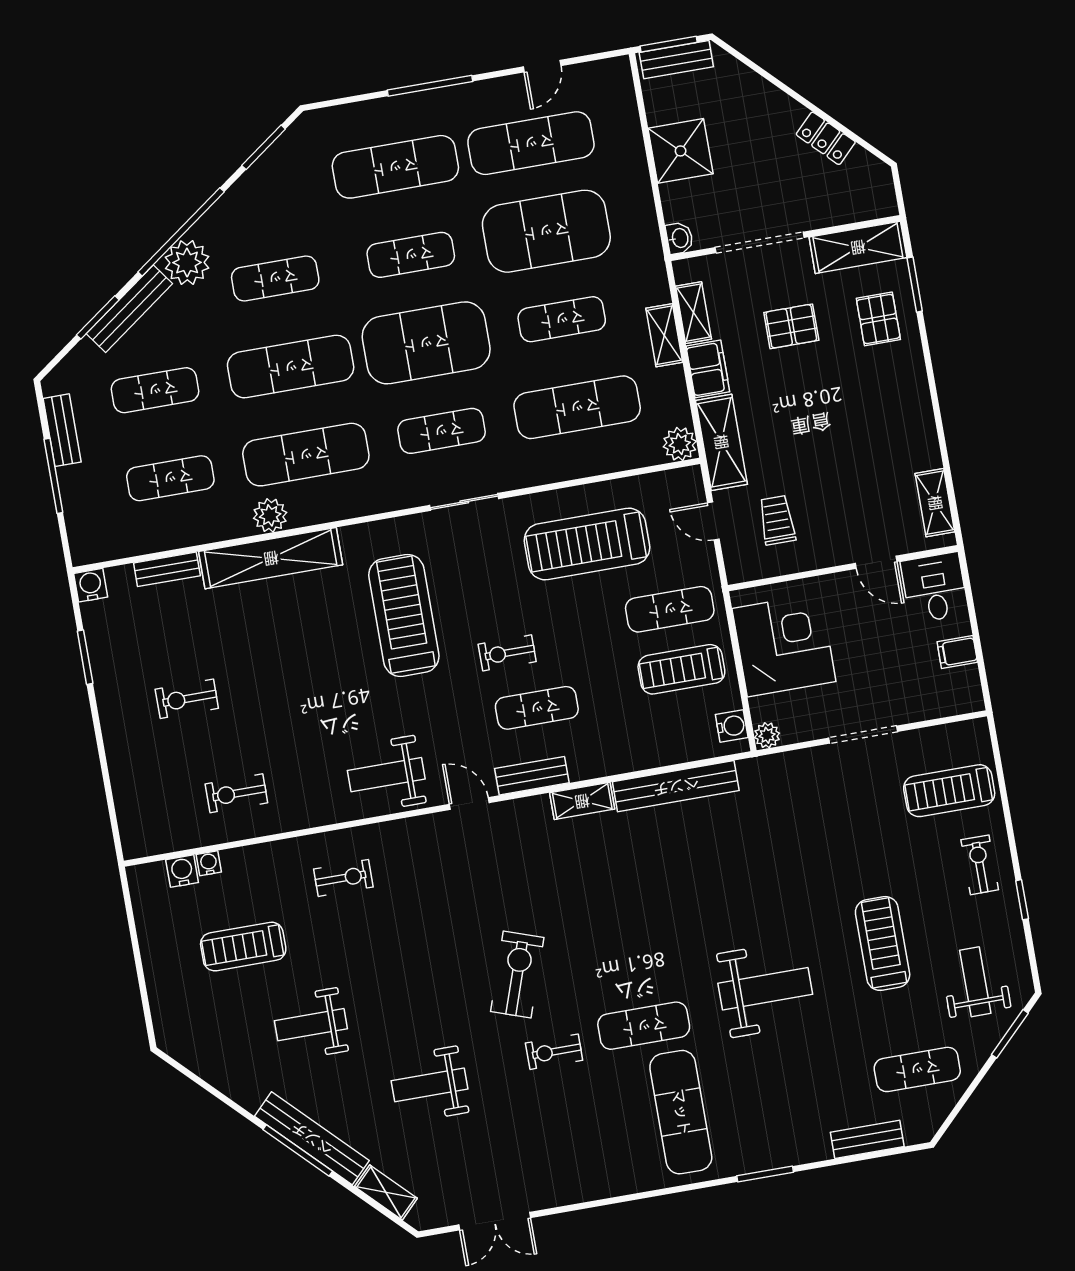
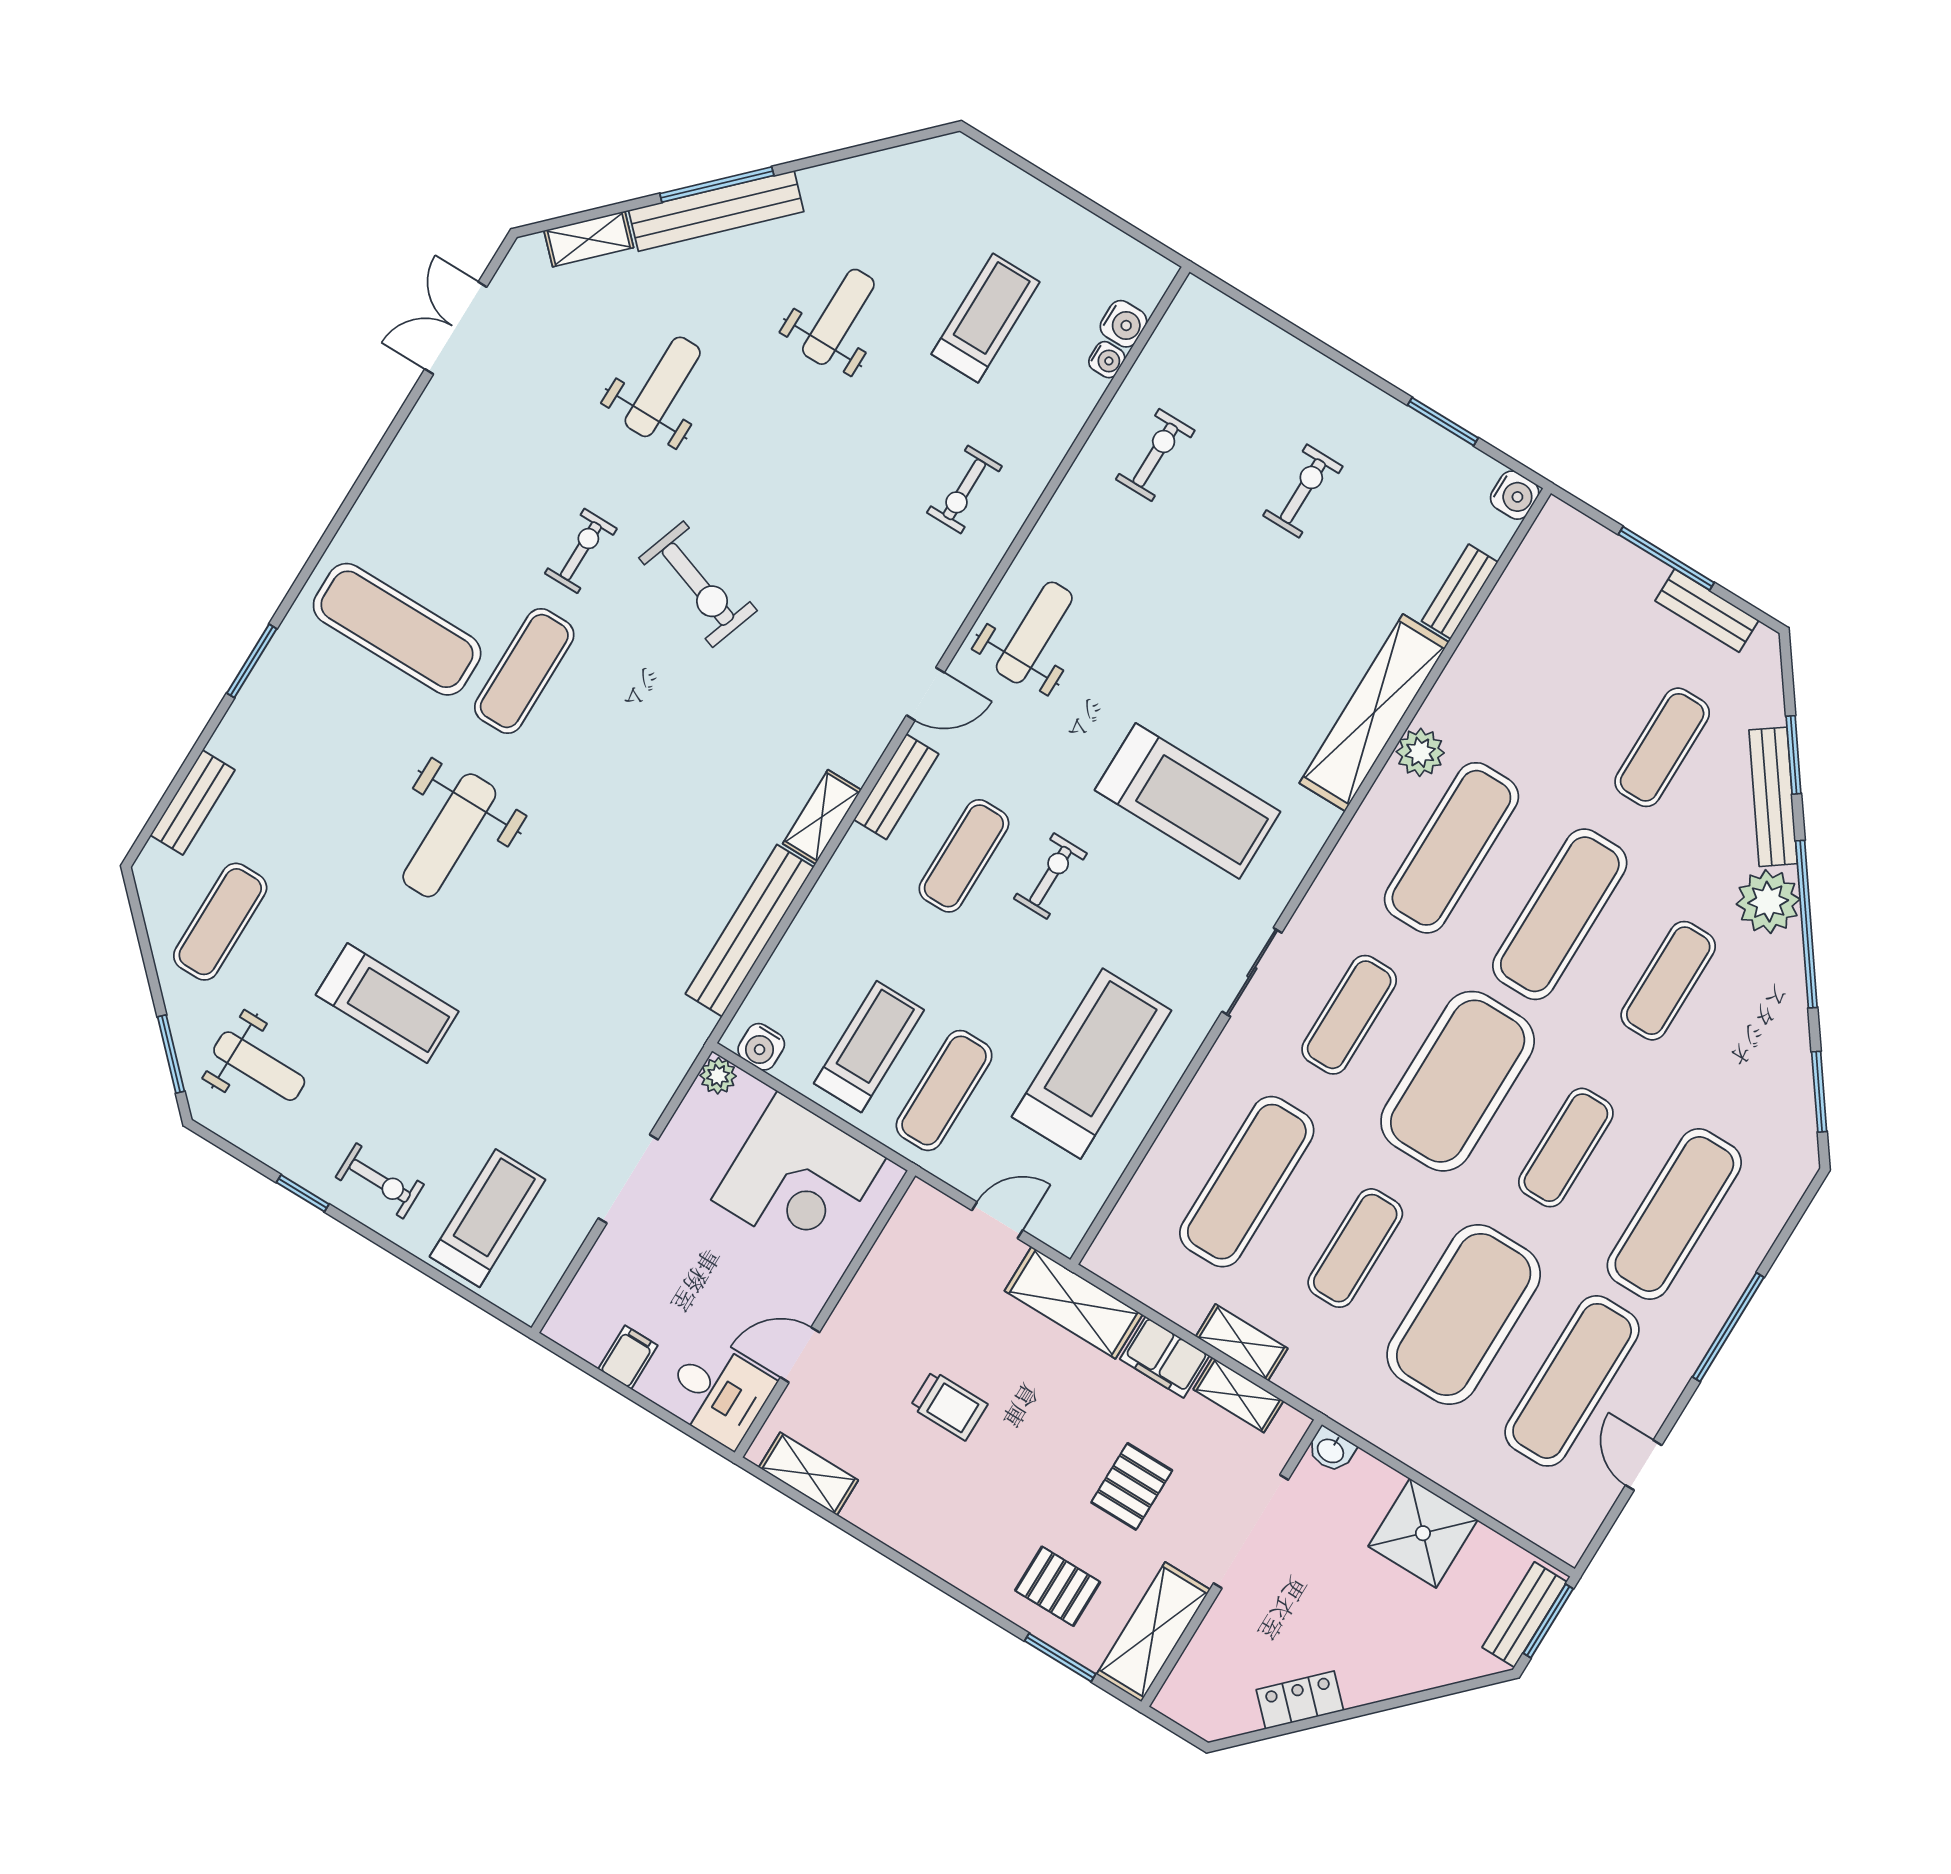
plant: (680, 444) -> (1111, 1257), removed
exercise mat: (170, 478) -> (1554, 681), removed
trolley: (777, 520) -> (949, 1405), moved

